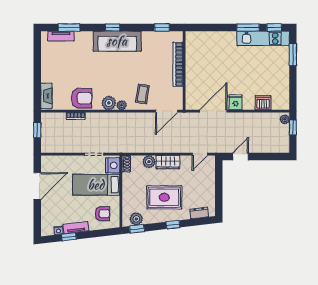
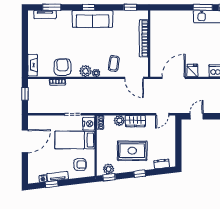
armchair: (82, 98) -> (62, 67), turned -90
door: (167, 111) -> (134, 78), hinge flipped

